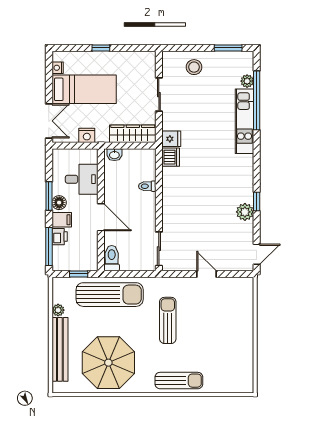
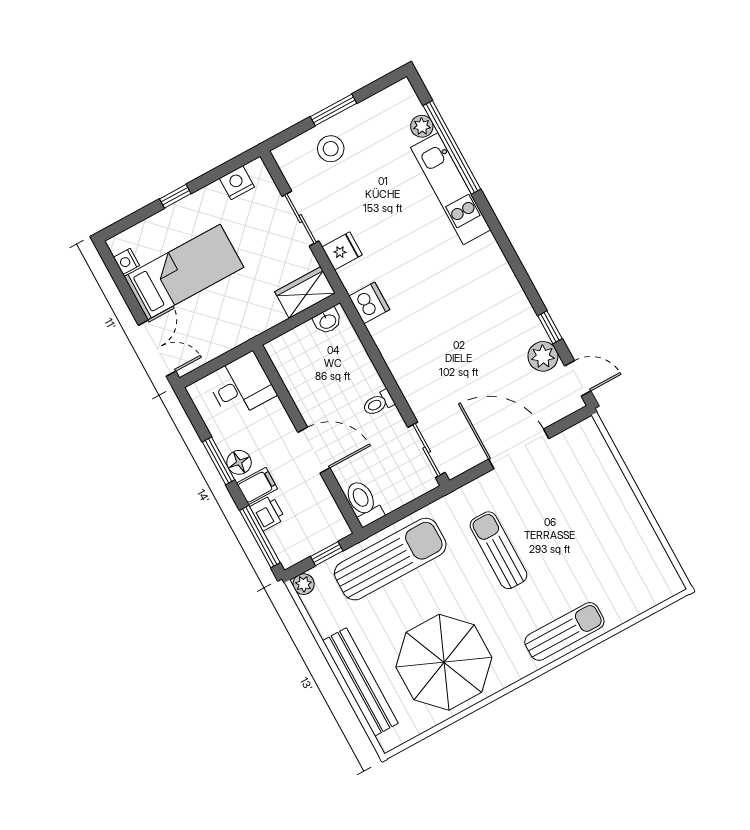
window: (228, 48) -> (334, 110), moved
wardrobe: (133, 134) -> (305, 292), width x0.67
nightstand: (87, 135) -> (237, 183), moved, turned 180
fridge: (171, 139) -> (342, 251), moved
washbasin: (114, 155) -> (328, 321), moved
desk: (82, 179) -> (241, 386), moved
toilet: (147, 186) -> (378, 403), moved
window: (257, 202) -> (550, 327), moved
plant: (245, 212) -> (543, 356), moved
door: (257, 254) -> (578, 378), hinge flipped
door: (207, 274) -> (519, 449), width x1.88
plant: (58, 310) -> (304, 584), moved

